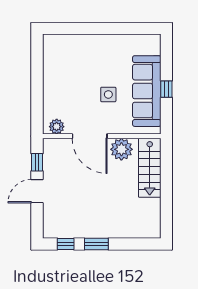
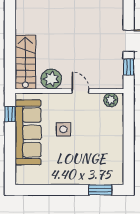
window: (68, 28) -> (100, 190), added
window: (166, 89) -> (10, 114), moved
door: (90, 136) -> (80, 91), width x0.53

